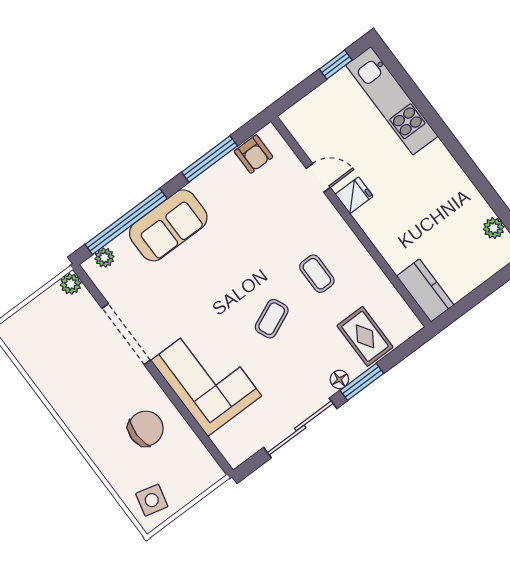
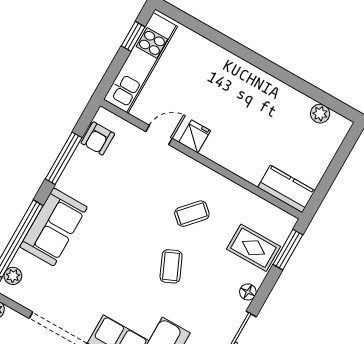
kitchen unit: (392, 101) -> (141, 63), moved, turned -90
armchair: (254, 154) -> (98, 138), turned 90
coffee table: (317, 274) -> (192, 214), turned -48
window: (362, 382) -> (288, 250), moved

